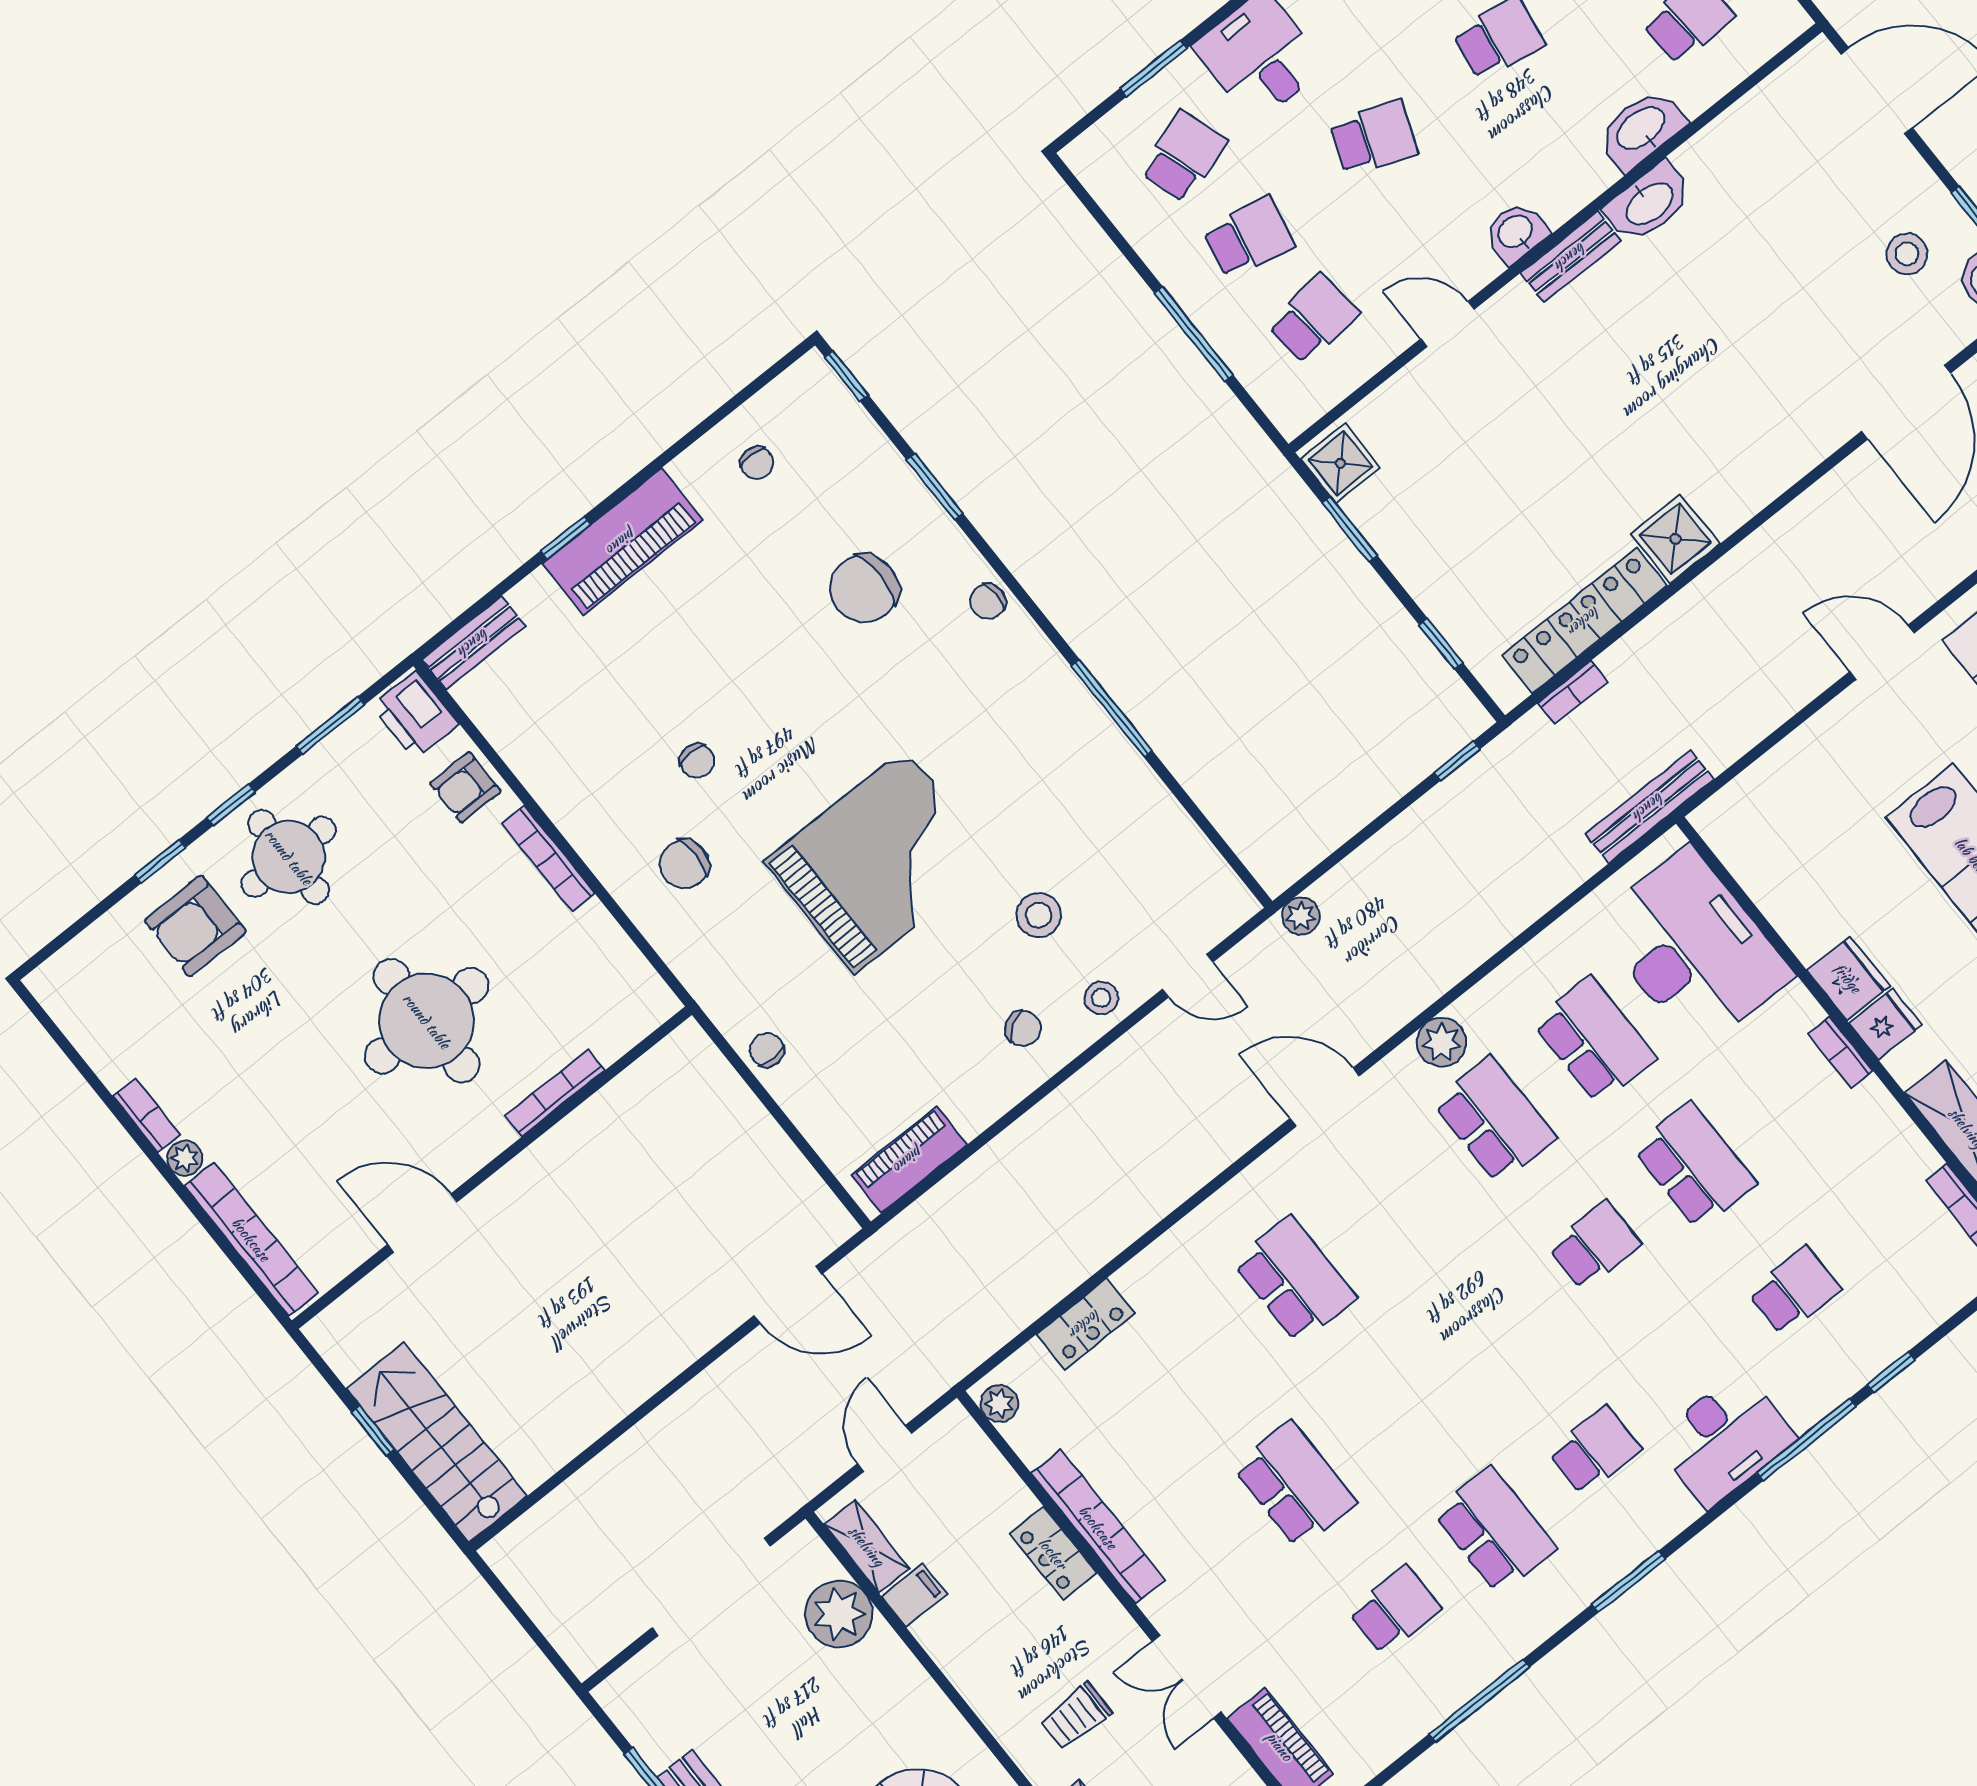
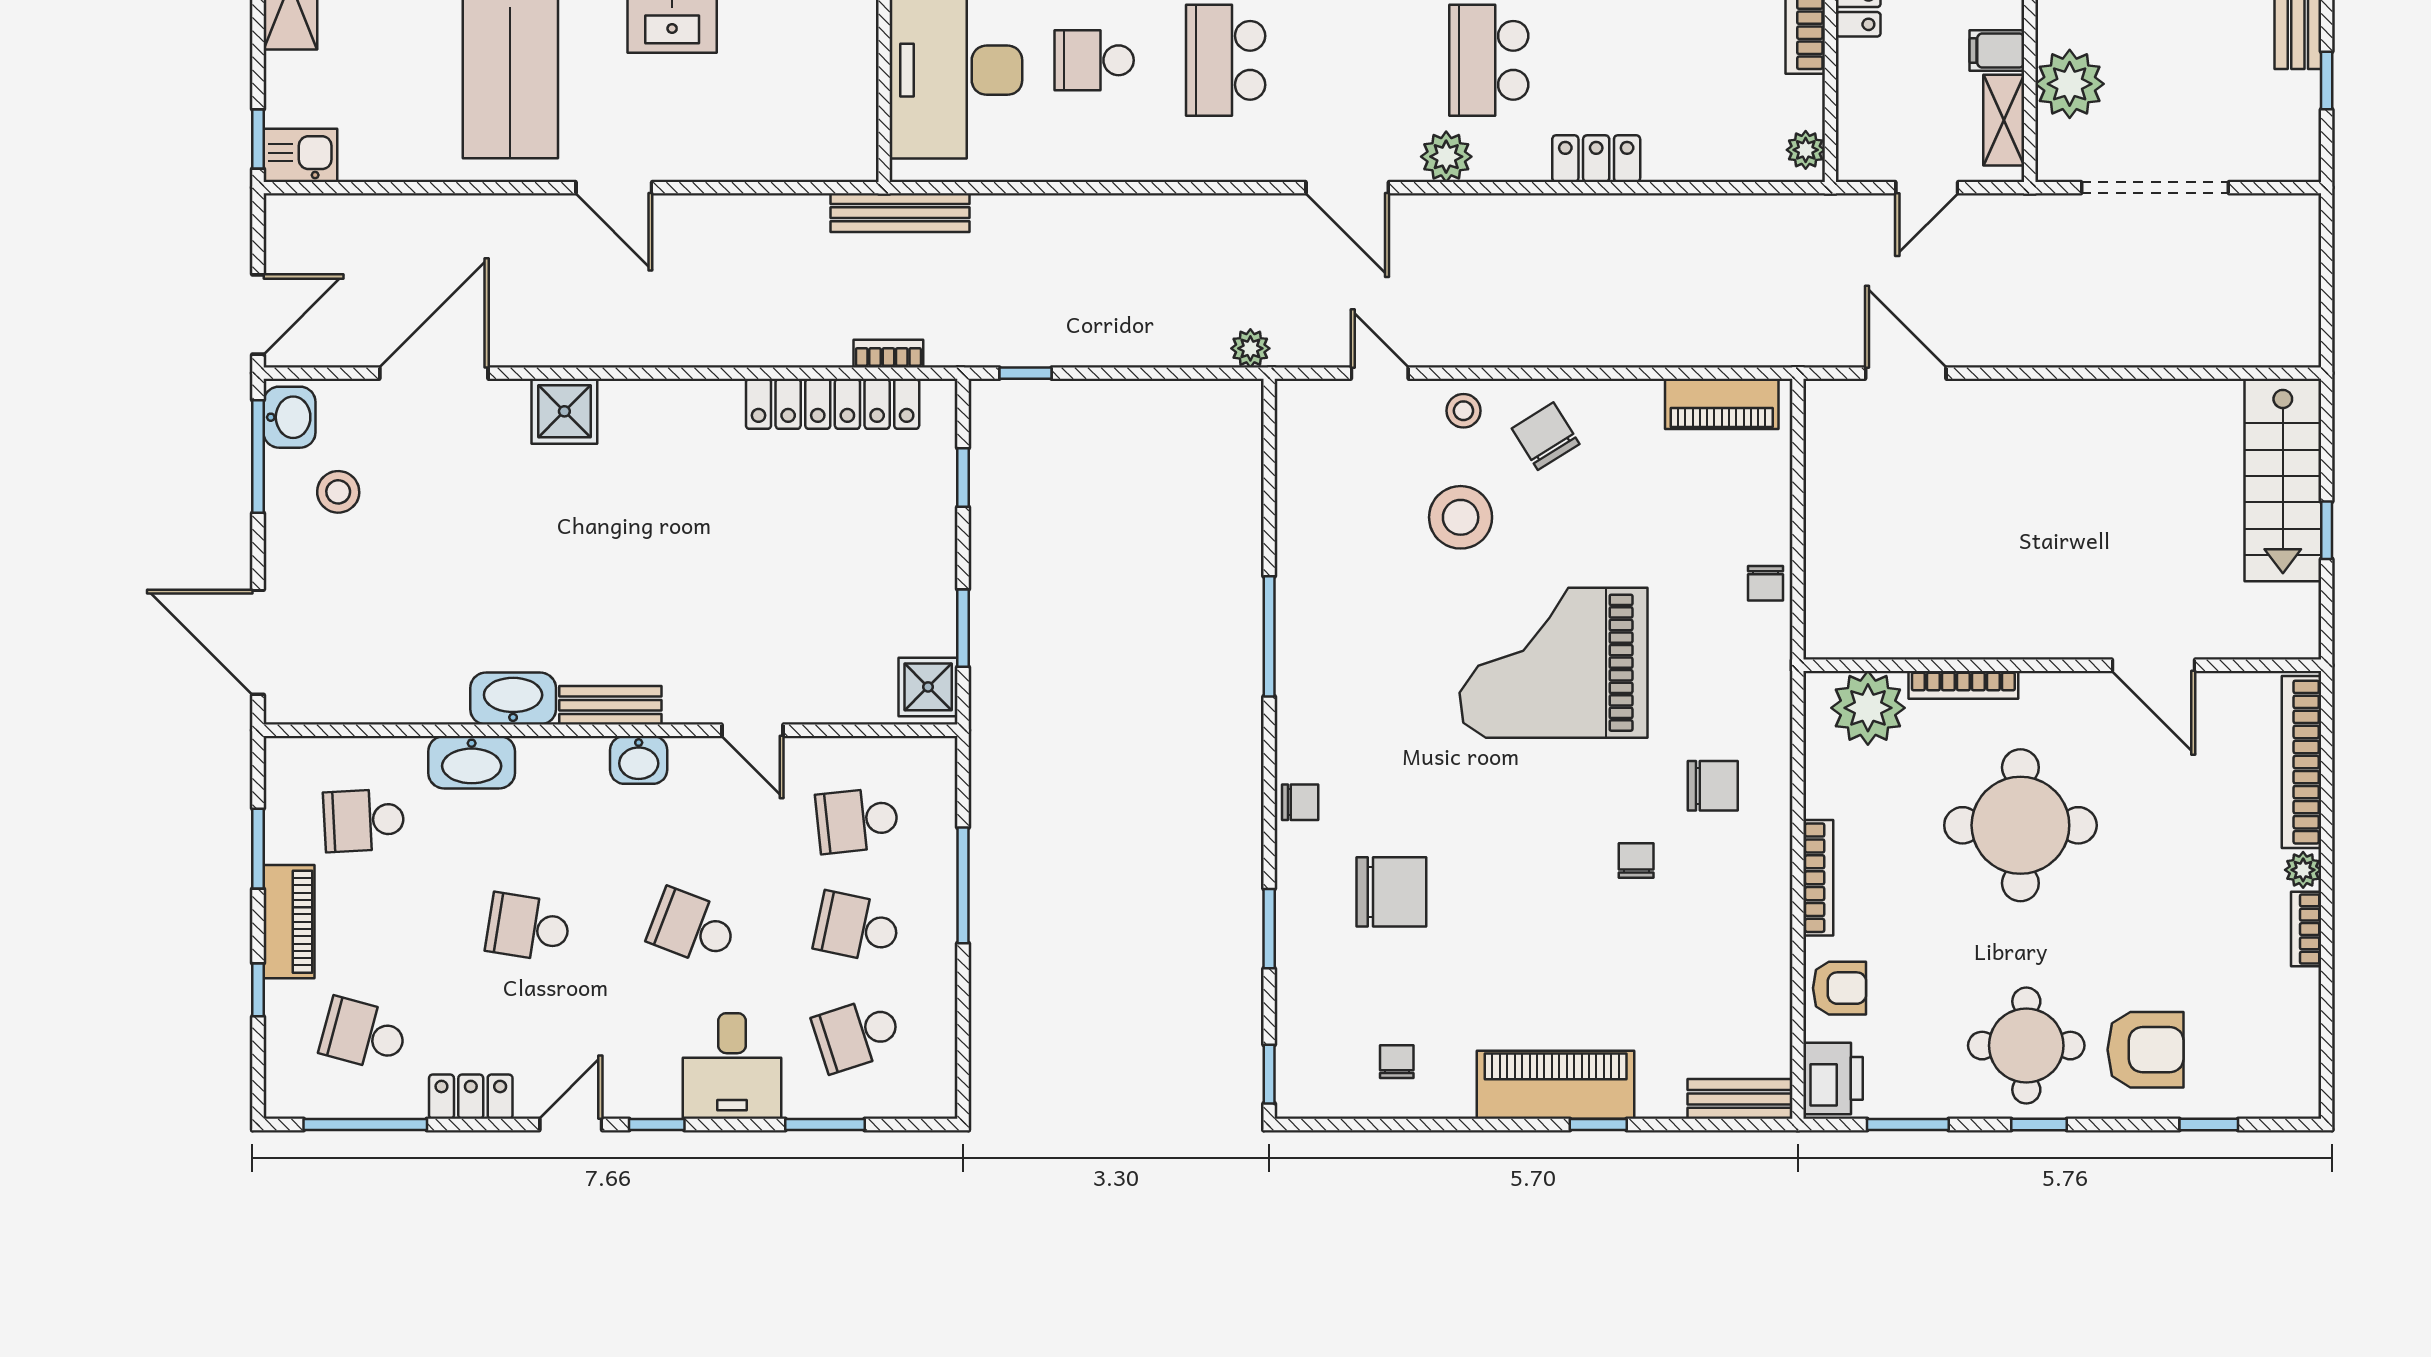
shower: (1675, 539) -> (564, 411), moved
window: (160, 861) -> (2209, 1124), moved
stool: (1039, 915) -> (1461, 517), width x1.38, depth x1.38
plant: (614, 1018) -> (1868, 708), added
chair: (1023, 1028) -> (1546, 436), width x1.37, depth x1.37
school desk: (1594, 1040) -> (1094, 60), width x0.54
plant: (1442, 1042) -> (1446, 157), moved
locker: (1086, 1324) -> (1596, 159), moved

